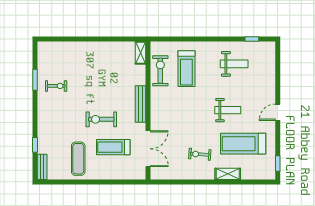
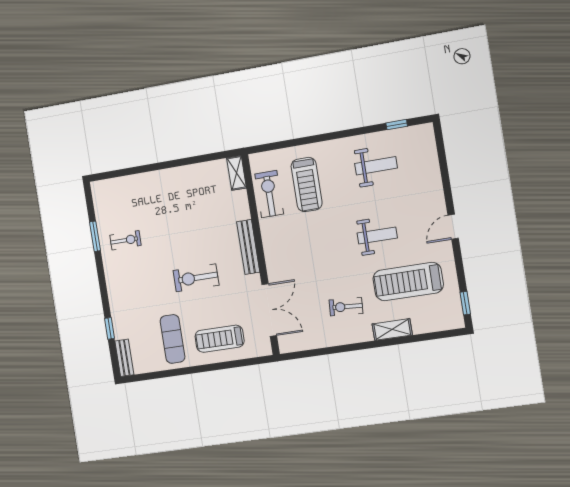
treadmill: (113, 147) -> (220, 339), moved

